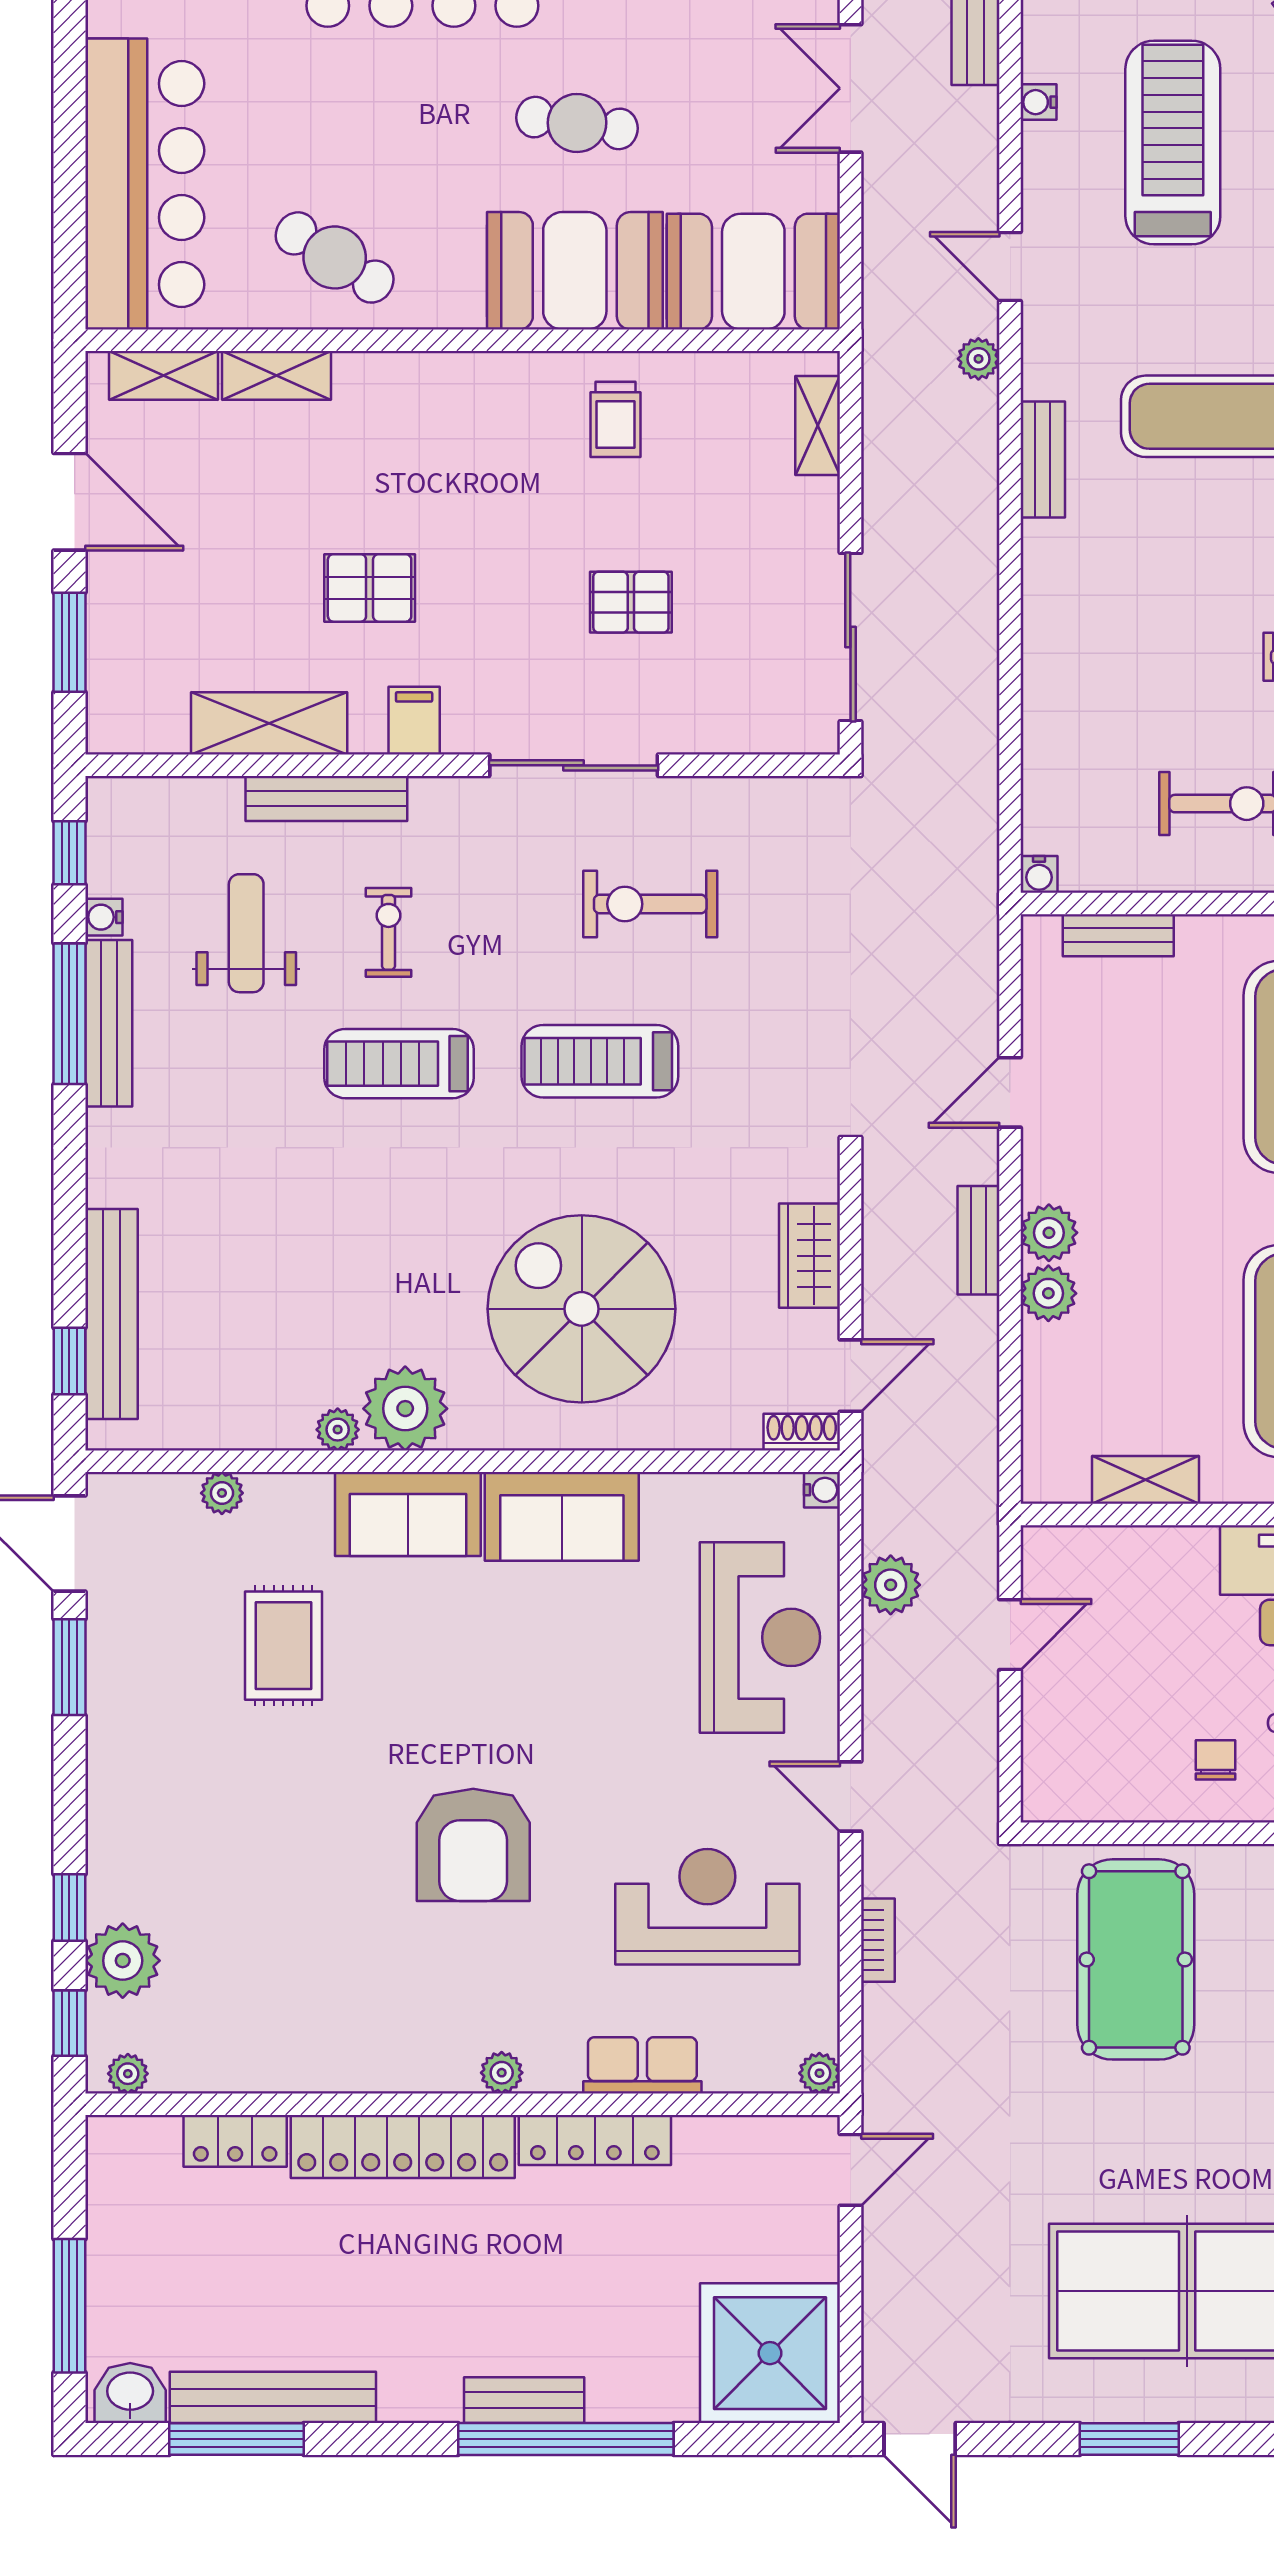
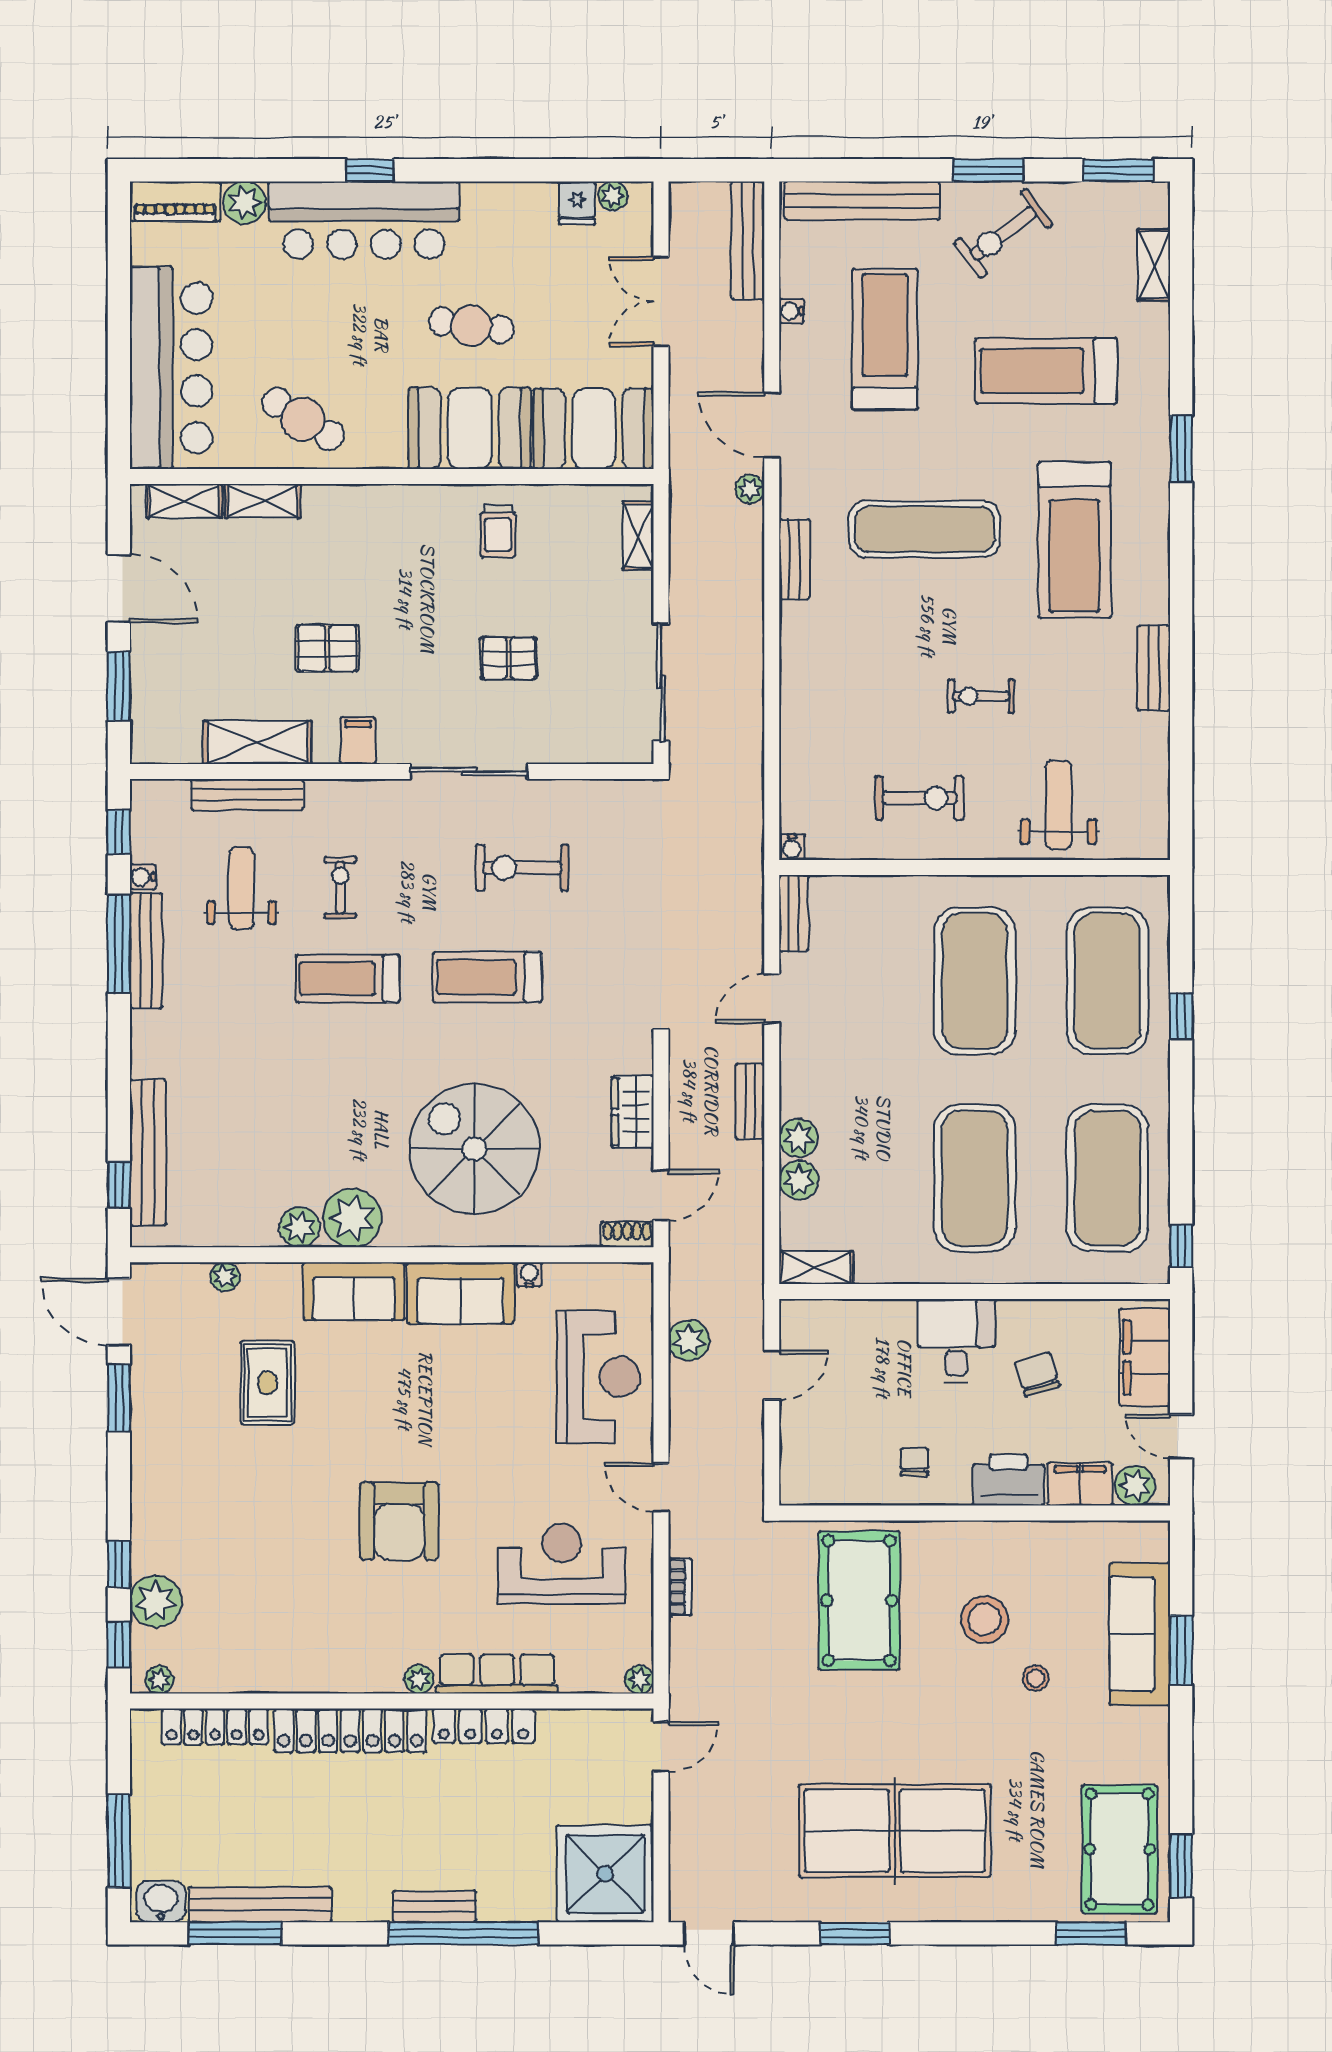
door: (1010, 266) -> (772, 425), width x1.38
bench: (326, 799) -> (247, 795), moved
bench: (1118, 935) -> (794, 913), moved, turned 90
plant: (1049, 1233) -> (799, 1180), moved
plant: (338, 1430) -> (300, 1227), width x1.38, depth x1.38
shelving: (1146, 1480) -> (816, 1268), moved
water cooler: (822, 1490) -> (529, 1274), moved, turned -90
row of seats: (642, 2065) -> (497, 1674), width x1.48
locker: (235, 2141) -> (215, 1726), width x1.53

